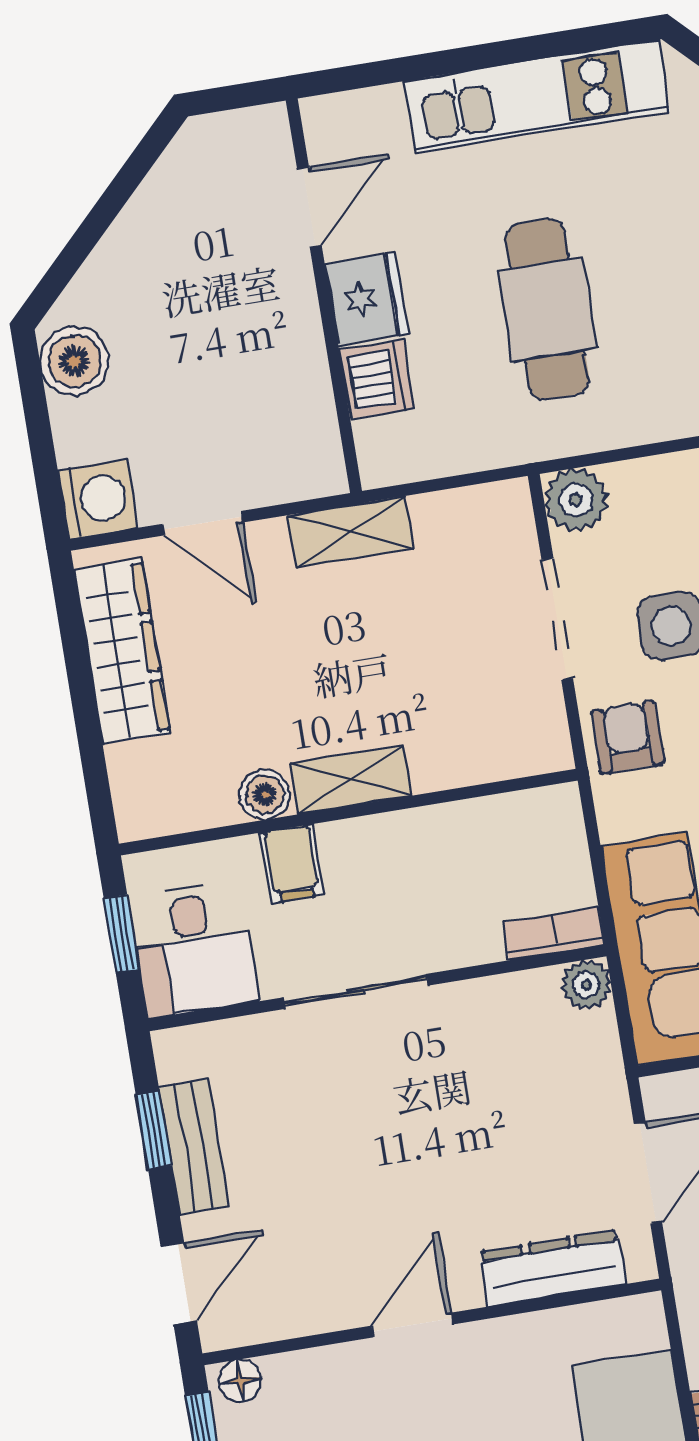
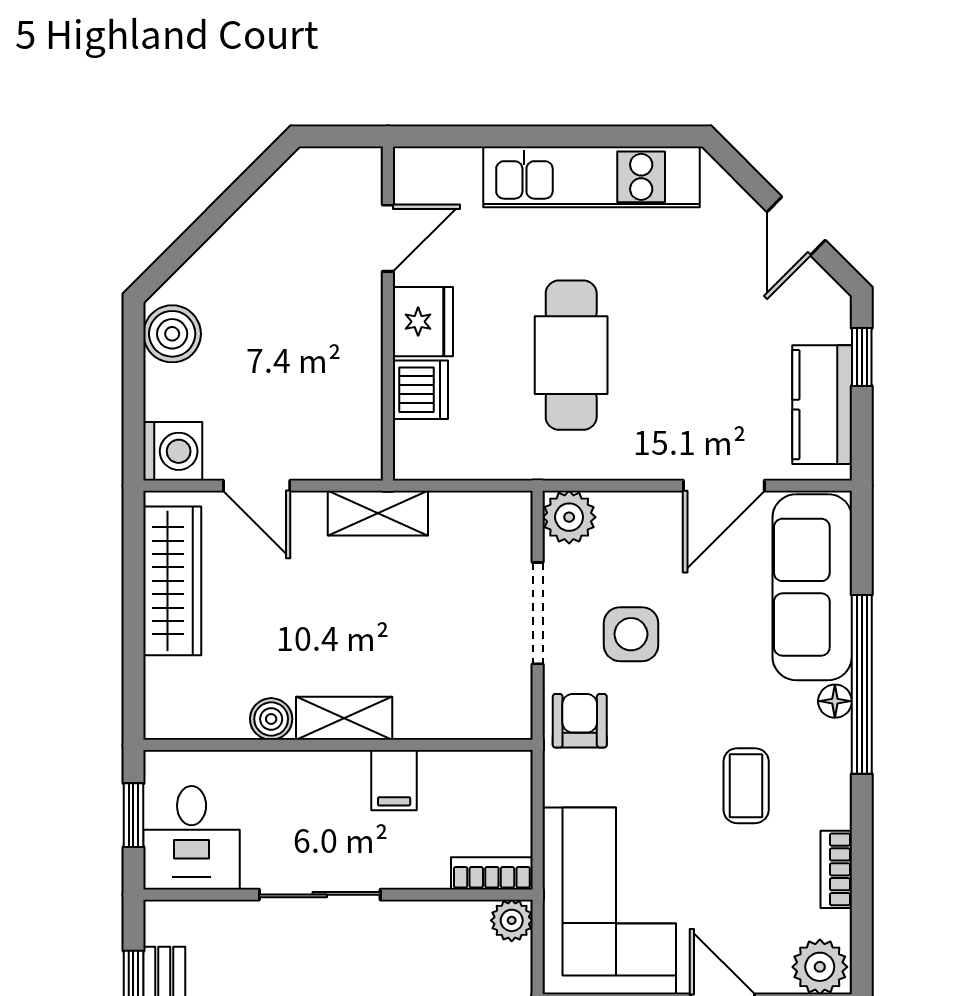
filing cabinet: (292, 864) -> (394, 780), moved

